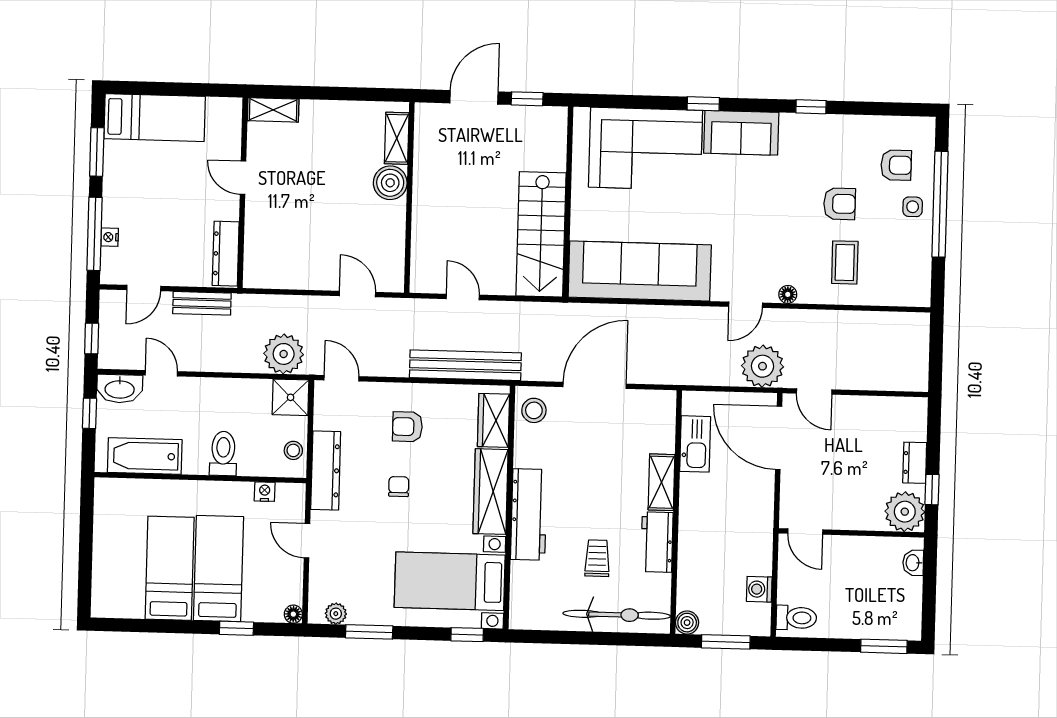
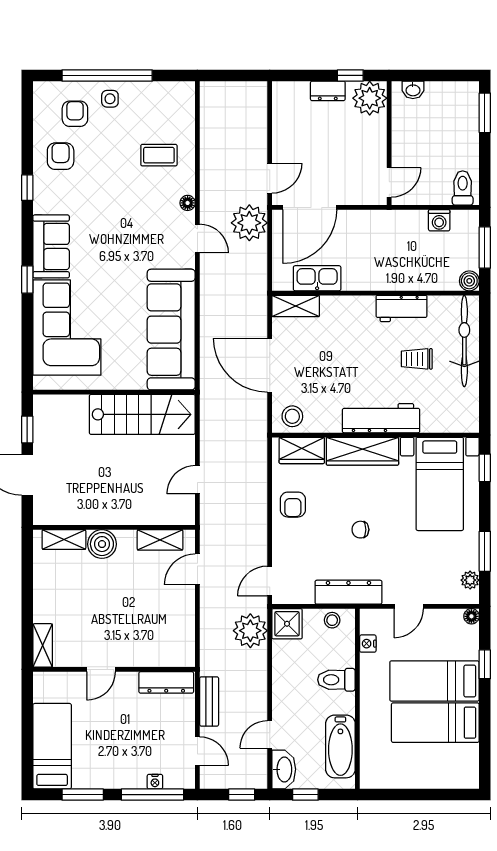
armchair: (840, 204) -> (61, 156), moved
shelving: (393, 251) -> (160, 540), added
bench: (465, 365) -> (256, 476), removed
armchair: (407, 427) -> (293, 505), moved
shelving: (661, 482) -> (296, 306), moved

